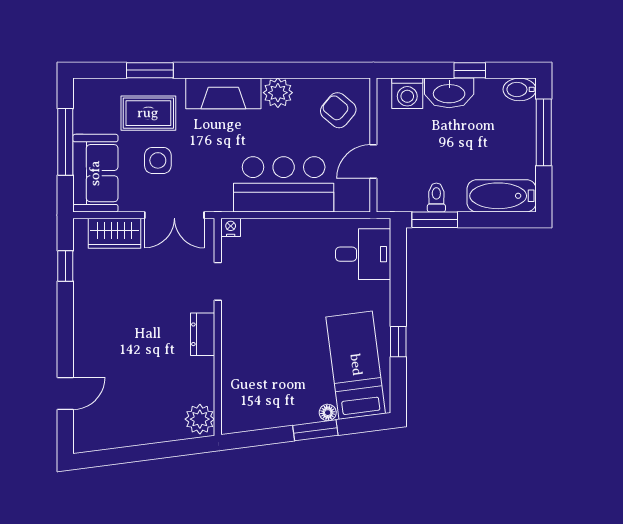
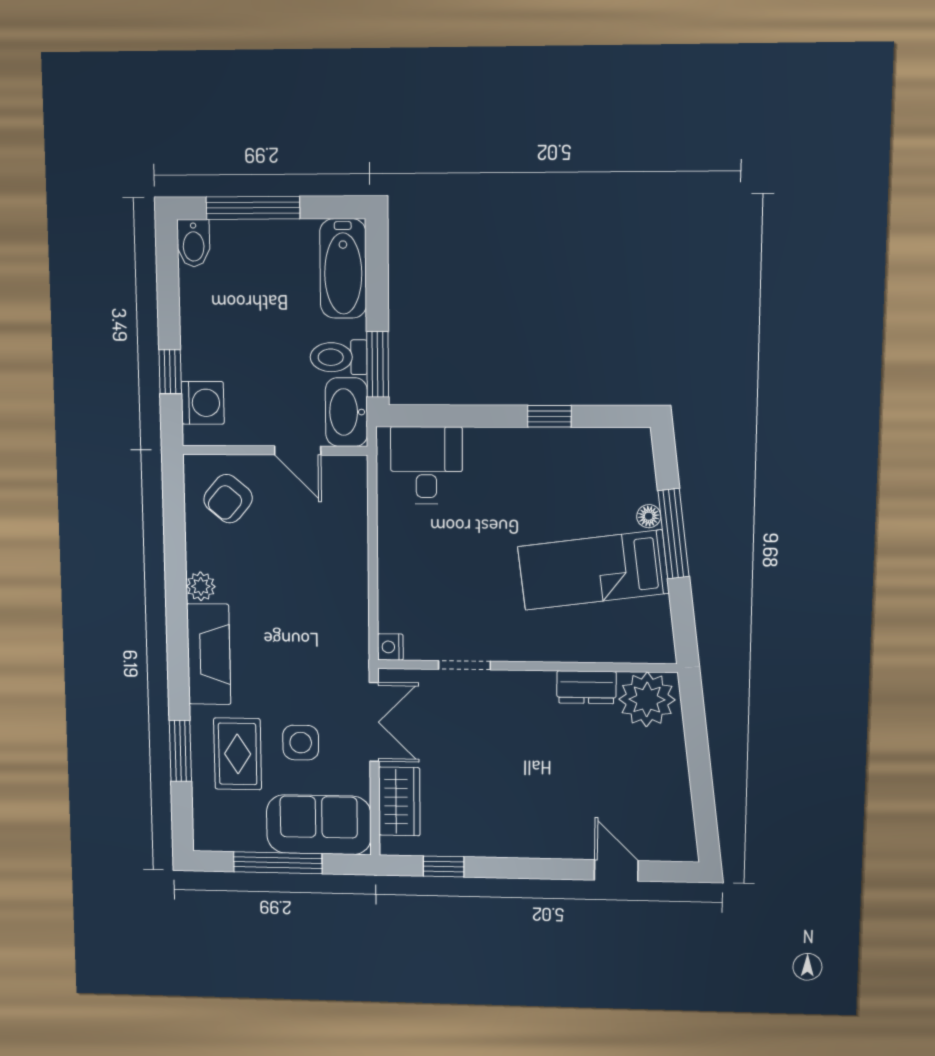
window: (470, 70) -> (170, 372), moved
plant: (278, 93) -> (201, 586), width x0.73, depth x0.73
washbasin: (449, 93) -> (347, 412), moved, turned 180
bar counter: (284, 184) -> (331, 574), removed
toilet: (436, 197) -> (339, 357), width x1.37, depth x1.39
dresser: (203, 334) -> (586, 687), moved
bed: (356, 365) -> (593, 570), moved
plant: (200, 419) -> (647, 699), width x1.36, depth x1.36
window: (315, 430) -> (674, 534), width x1.44

